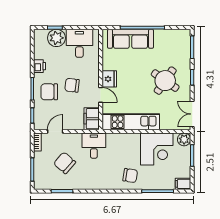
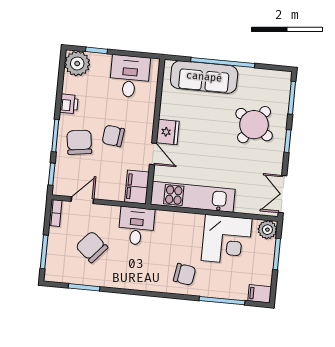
plant: (56, 38) -> (77, 63), moved
round table: (165, 81) -> (254, 125), moved
chair: (49, 92) -> (79, 142), turned 82

